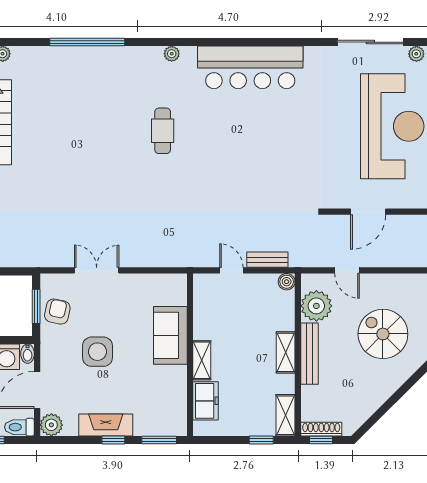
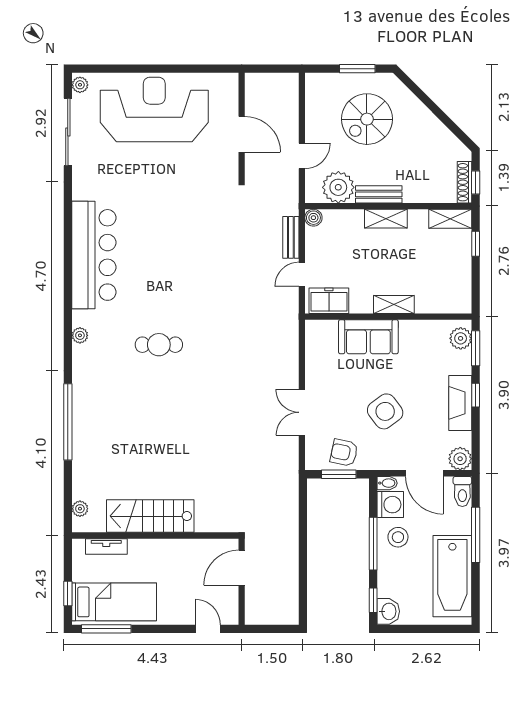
side table: (97, 352) -> (385, 411), turned -37
bench: (309, 354) -> (379, 194), width x0.73
freezer: (206, 401) -> (329, 301), moved
plant: (169, 425) -> (461, 338), added

